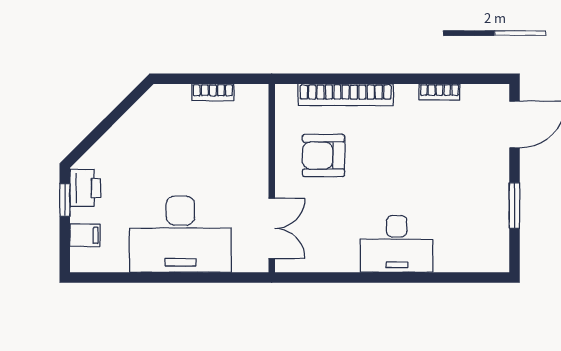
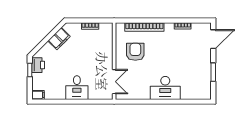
filing cabinet: (137, 123) -> (59, 39), added
armchair: (323, 156) -> (135, 52), turned 90
desk: (180, 234) -> (77, 88), width x0.53, depth x0.77
filing cabinet: (85, 235) -> (38, 95), moved

